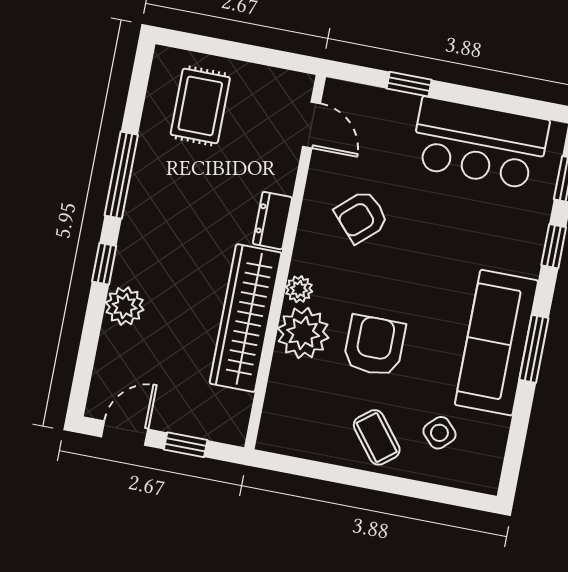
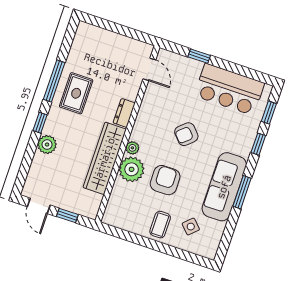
rug: (200, 106) -> (76, 93), moved
armchair: (361, 217) -> (186, 134), moved
door: (125, 433) -> (39, 206), swing flipped
coffee table: (377, 437) -> (160, 225), turned 38

